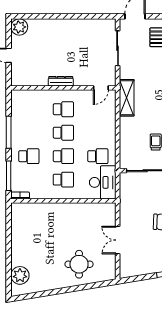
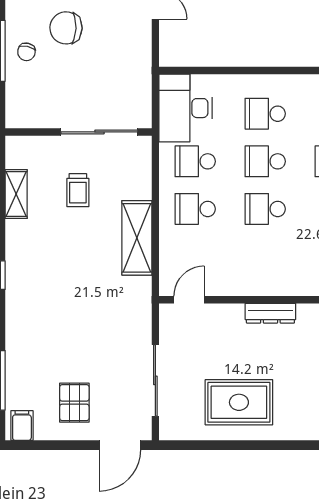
rug: (76, 37) -> (239, 402), added
shelving: (127, 98) -> (137, 238), moved
school desk: (63, 109) -> (195, 209), moved

